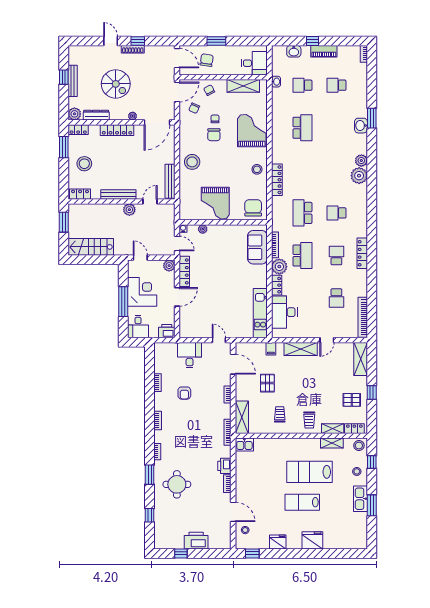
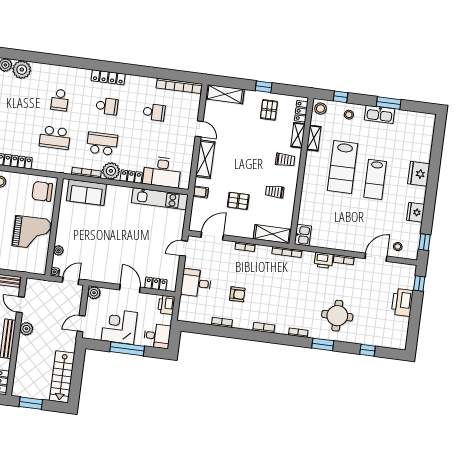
school desk: (336, 255) -> (107, 106), turned 180
locker: (184, 271) -> (156, 284), moved, width x0.66
window: (181, 553) -> (419, 284), moved

